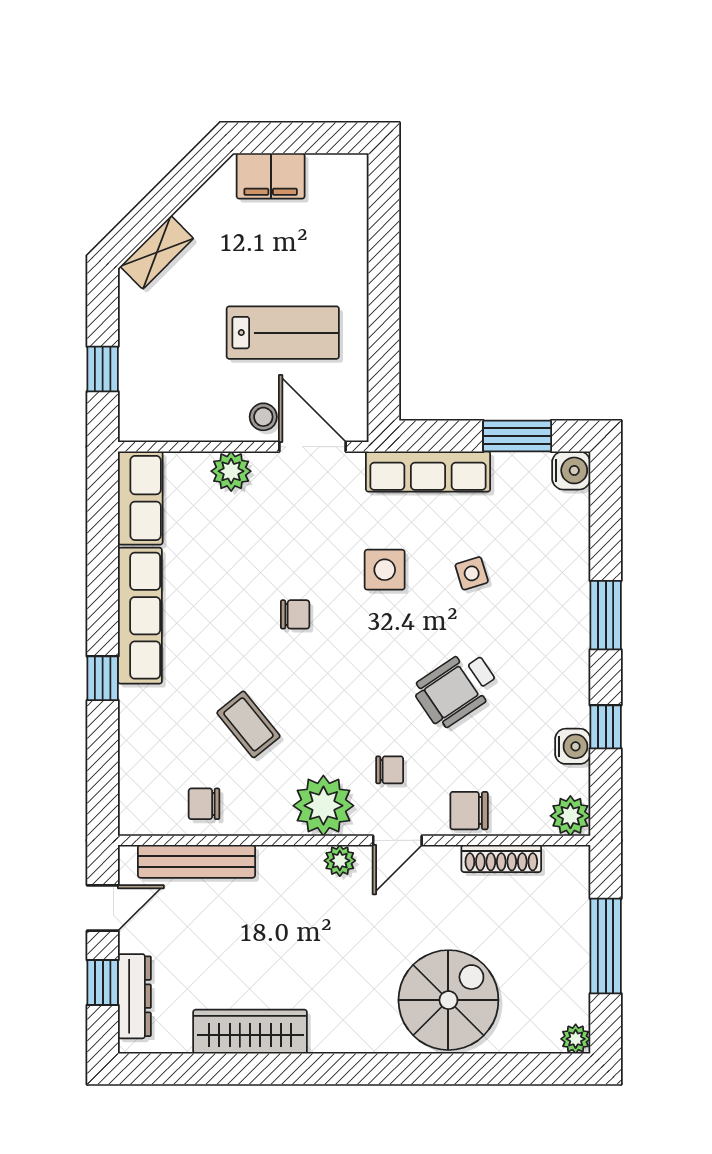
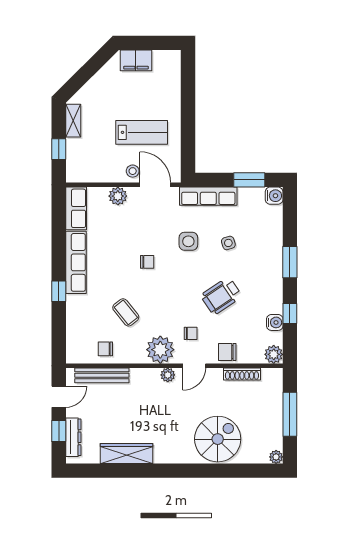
shelving: (157, 252) -> (73, 121), moved, turned -45

